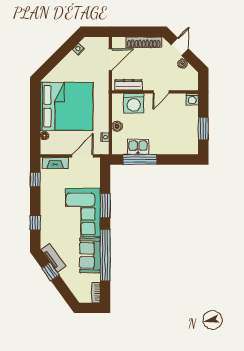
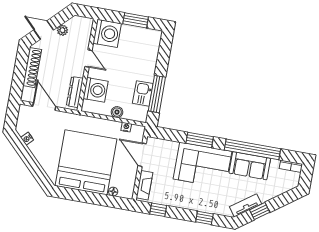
washing machine: (192, 99) -> (107, 33), width x1.89, depth x1.89

